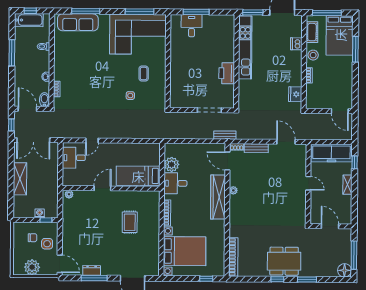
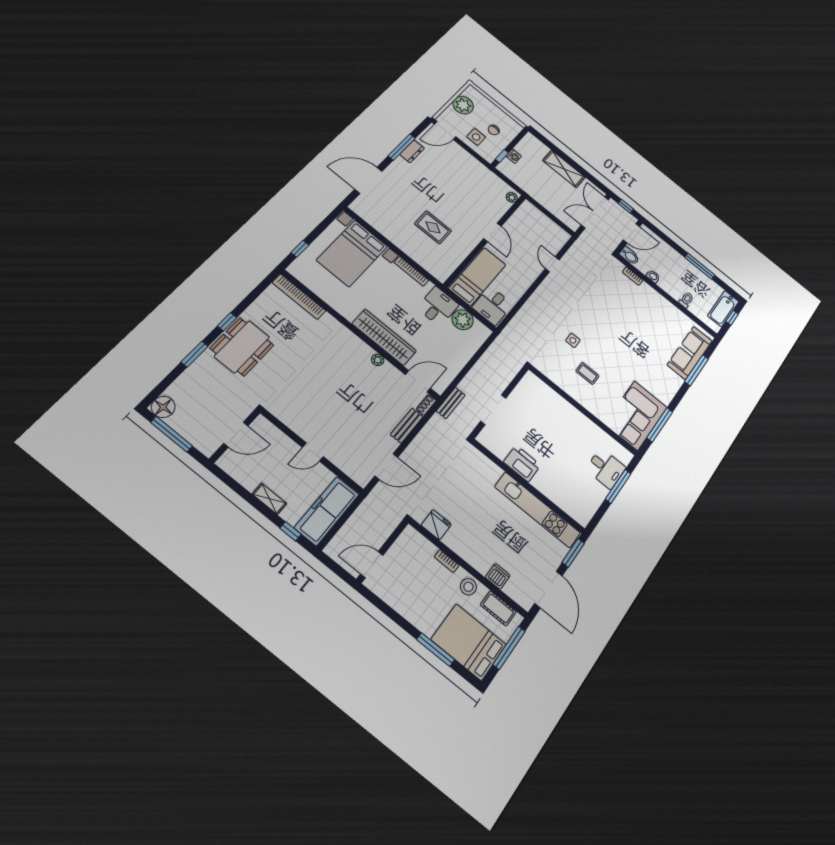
corner sofa: (138, 34) -> (636, 415), width x0.73, depth x0.74
desk: (74, 158) -> (492, 306), moved, turned 180

